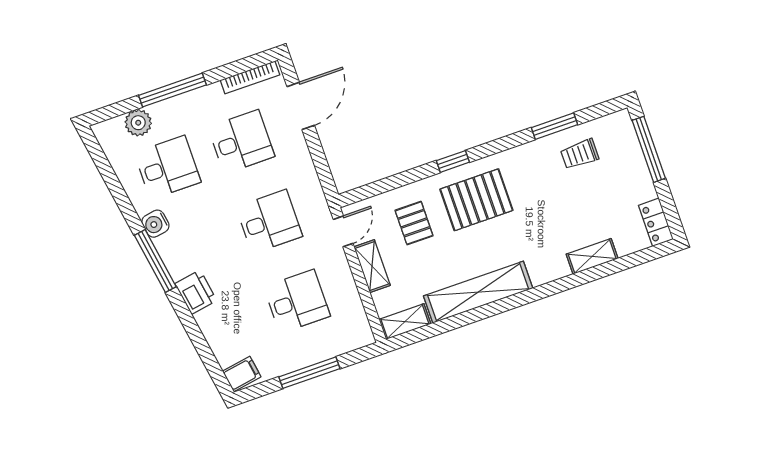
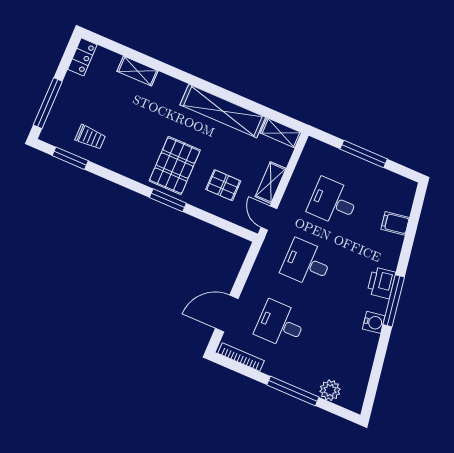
window: (554, 126) -> (70, 158), moved
window: (453, 161) -> (168, 200), width x1.50
desk: (168, 167) -> (337, 349), removed
pallet: (476, 200) -> (175, 166), turned 90
pallet: (414, 223) -> (223, 185), turned 90
door: (343, 231) -> (269, 218), hinge flipped
printer: (196, 292) -> (381, 283), moved
filing cabinet: (242, 374) -> (395, 223), moved

